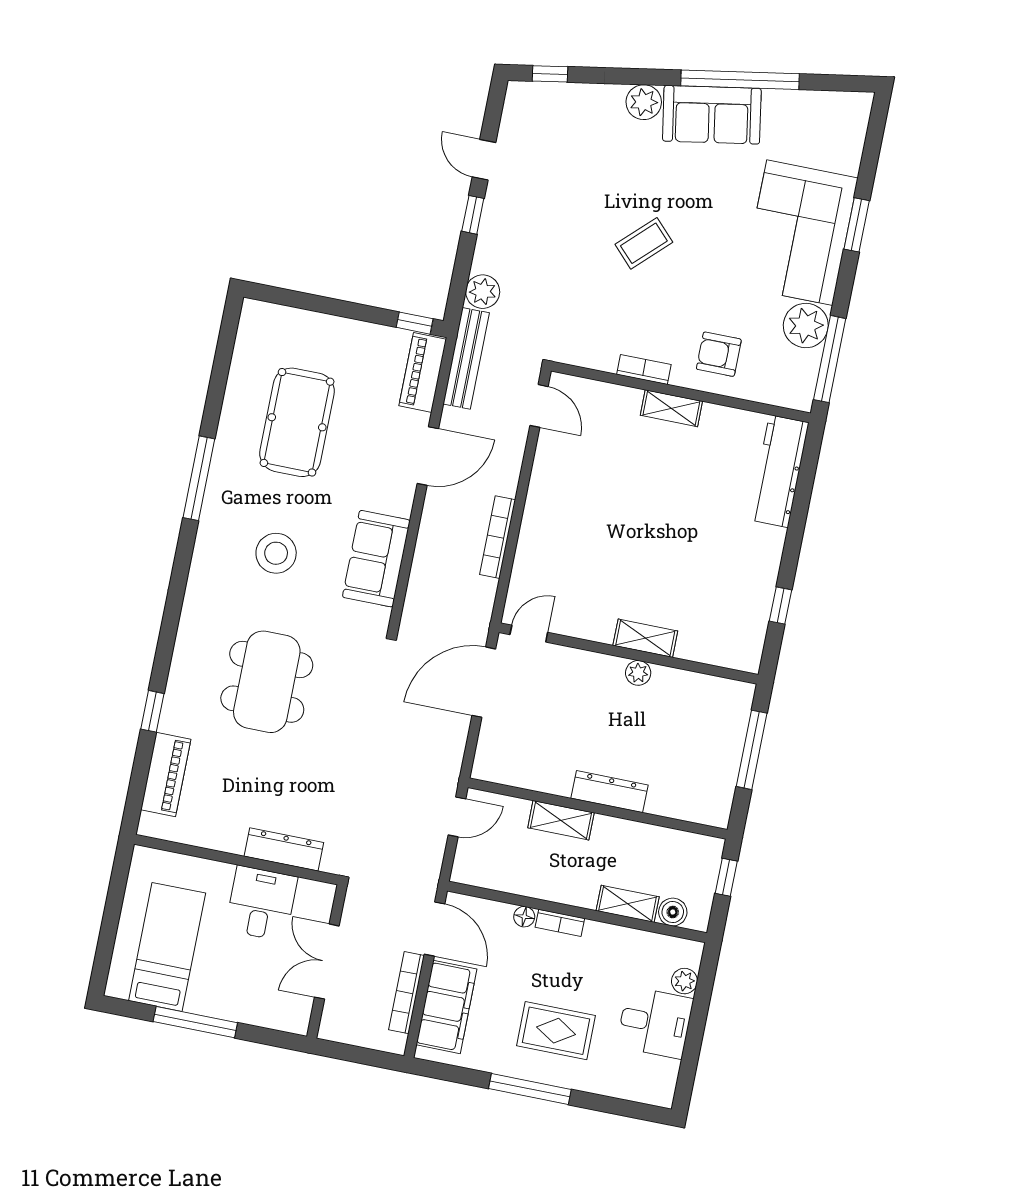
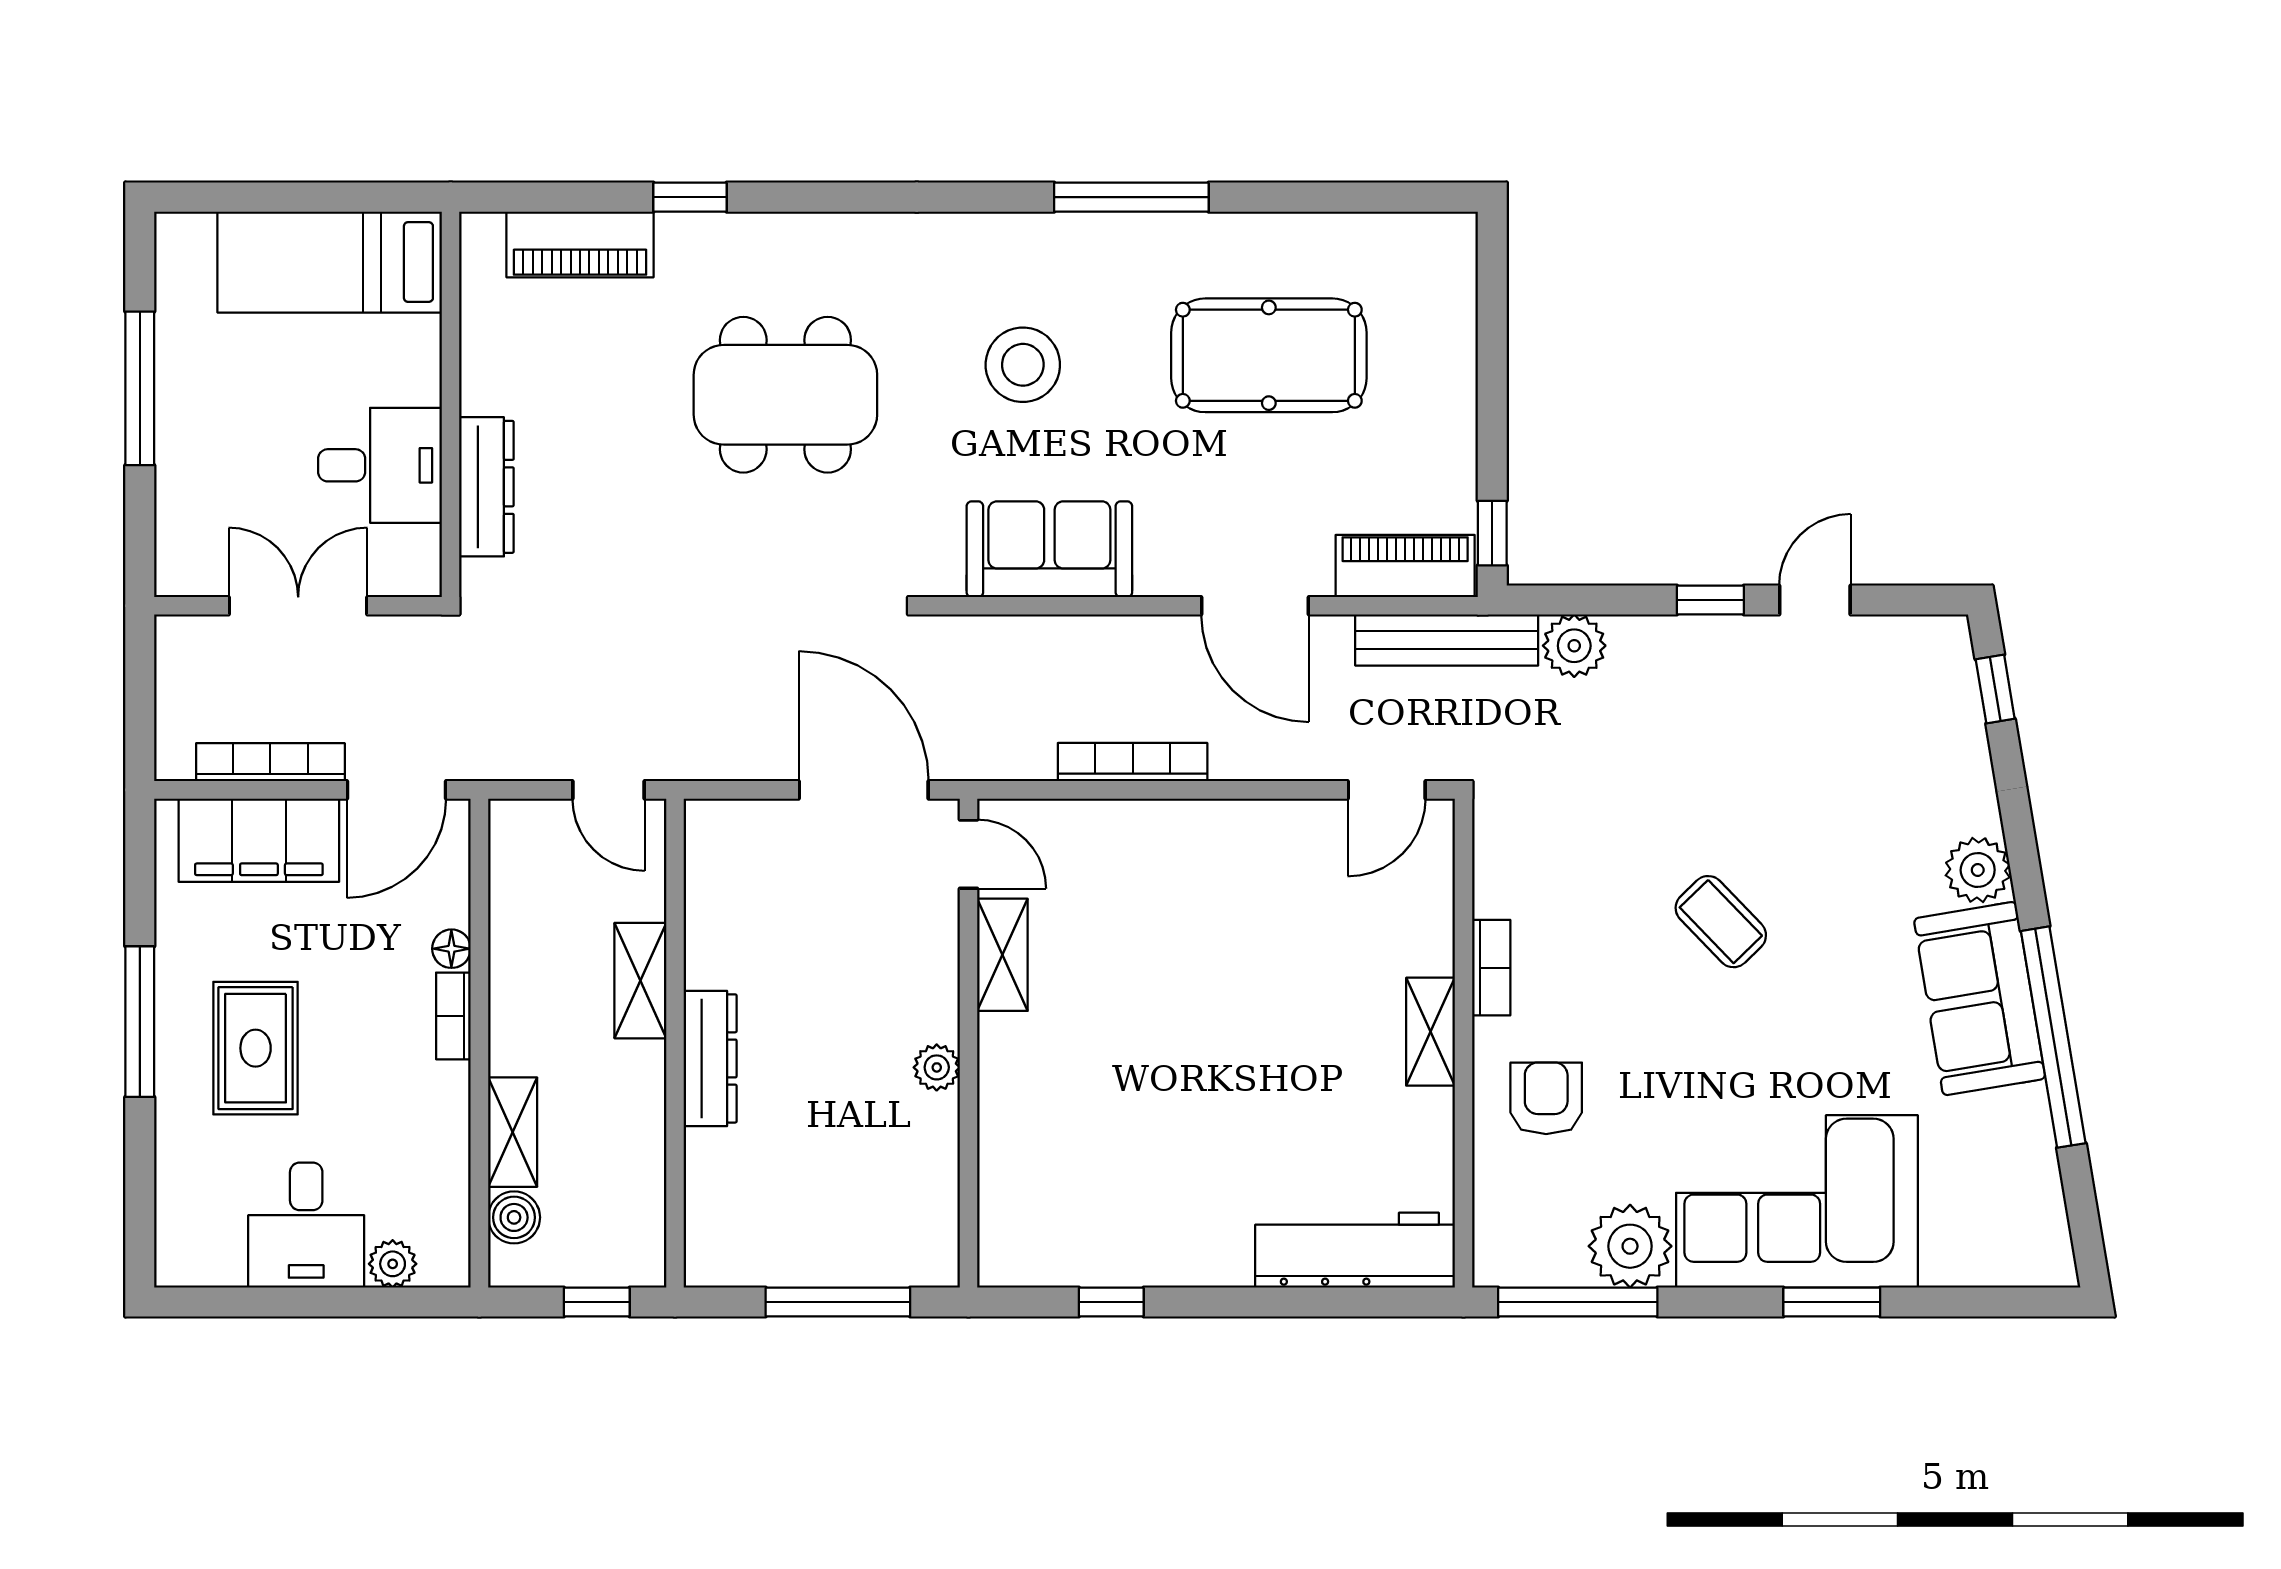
shelving: (645, 638) -> (1002, 955), moved
bed: (167, 947) -> (330, 262), moved, turned 180

